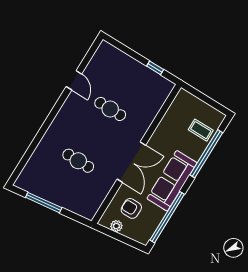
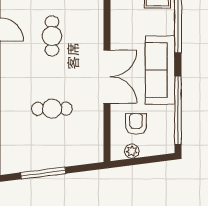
cafe table: (110, 109) -> (52, 36), turned 90
armchair: (131, 208) -> (136, 124), turned 90

